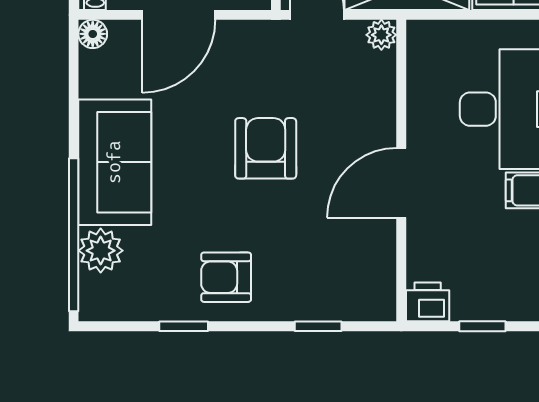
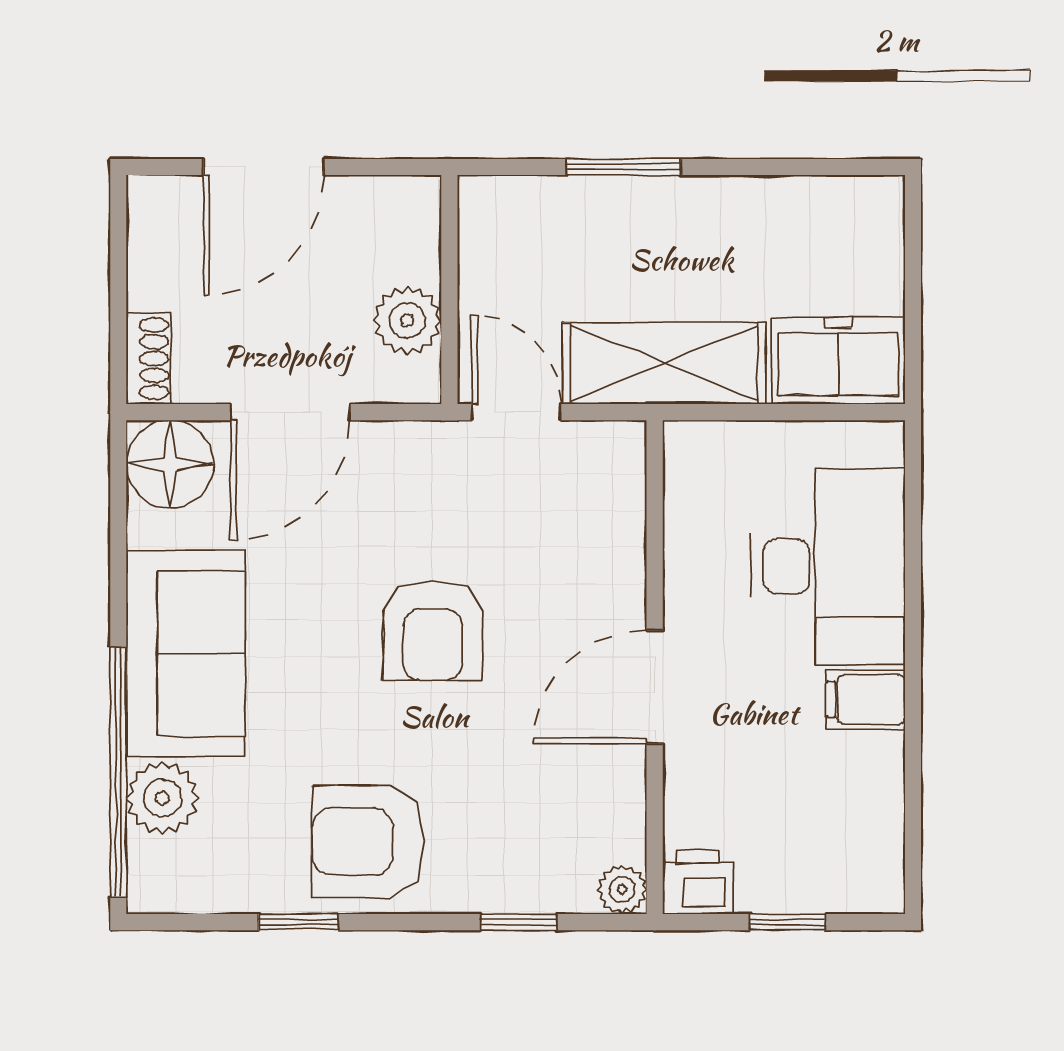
floor lamp: (93, 34) -> (170, 464), width x1.89, depth x1.89
plant: (381, 35) -> (622, 889), moved
armchair: (266, 148) -> (433, 631), turned 180
armchair: (226, 277) -> (368, 842), width x1.38, depth x1.38

